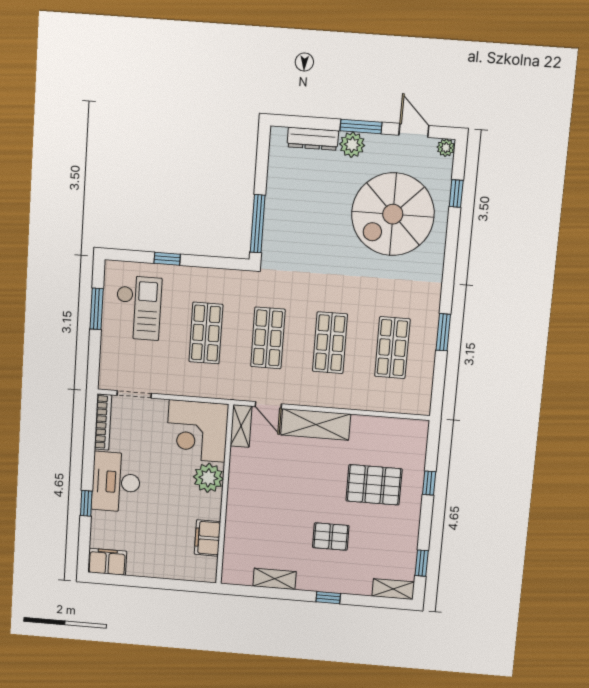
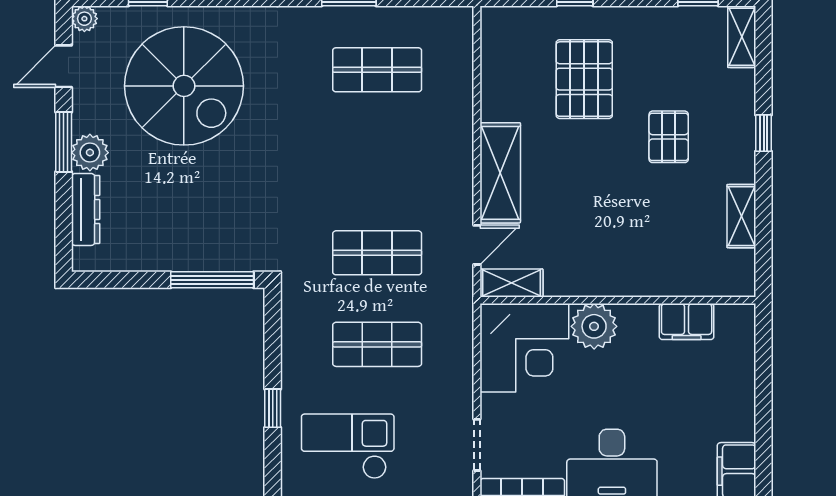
shop shelf: (330, 343) -> (377, 161), removed

